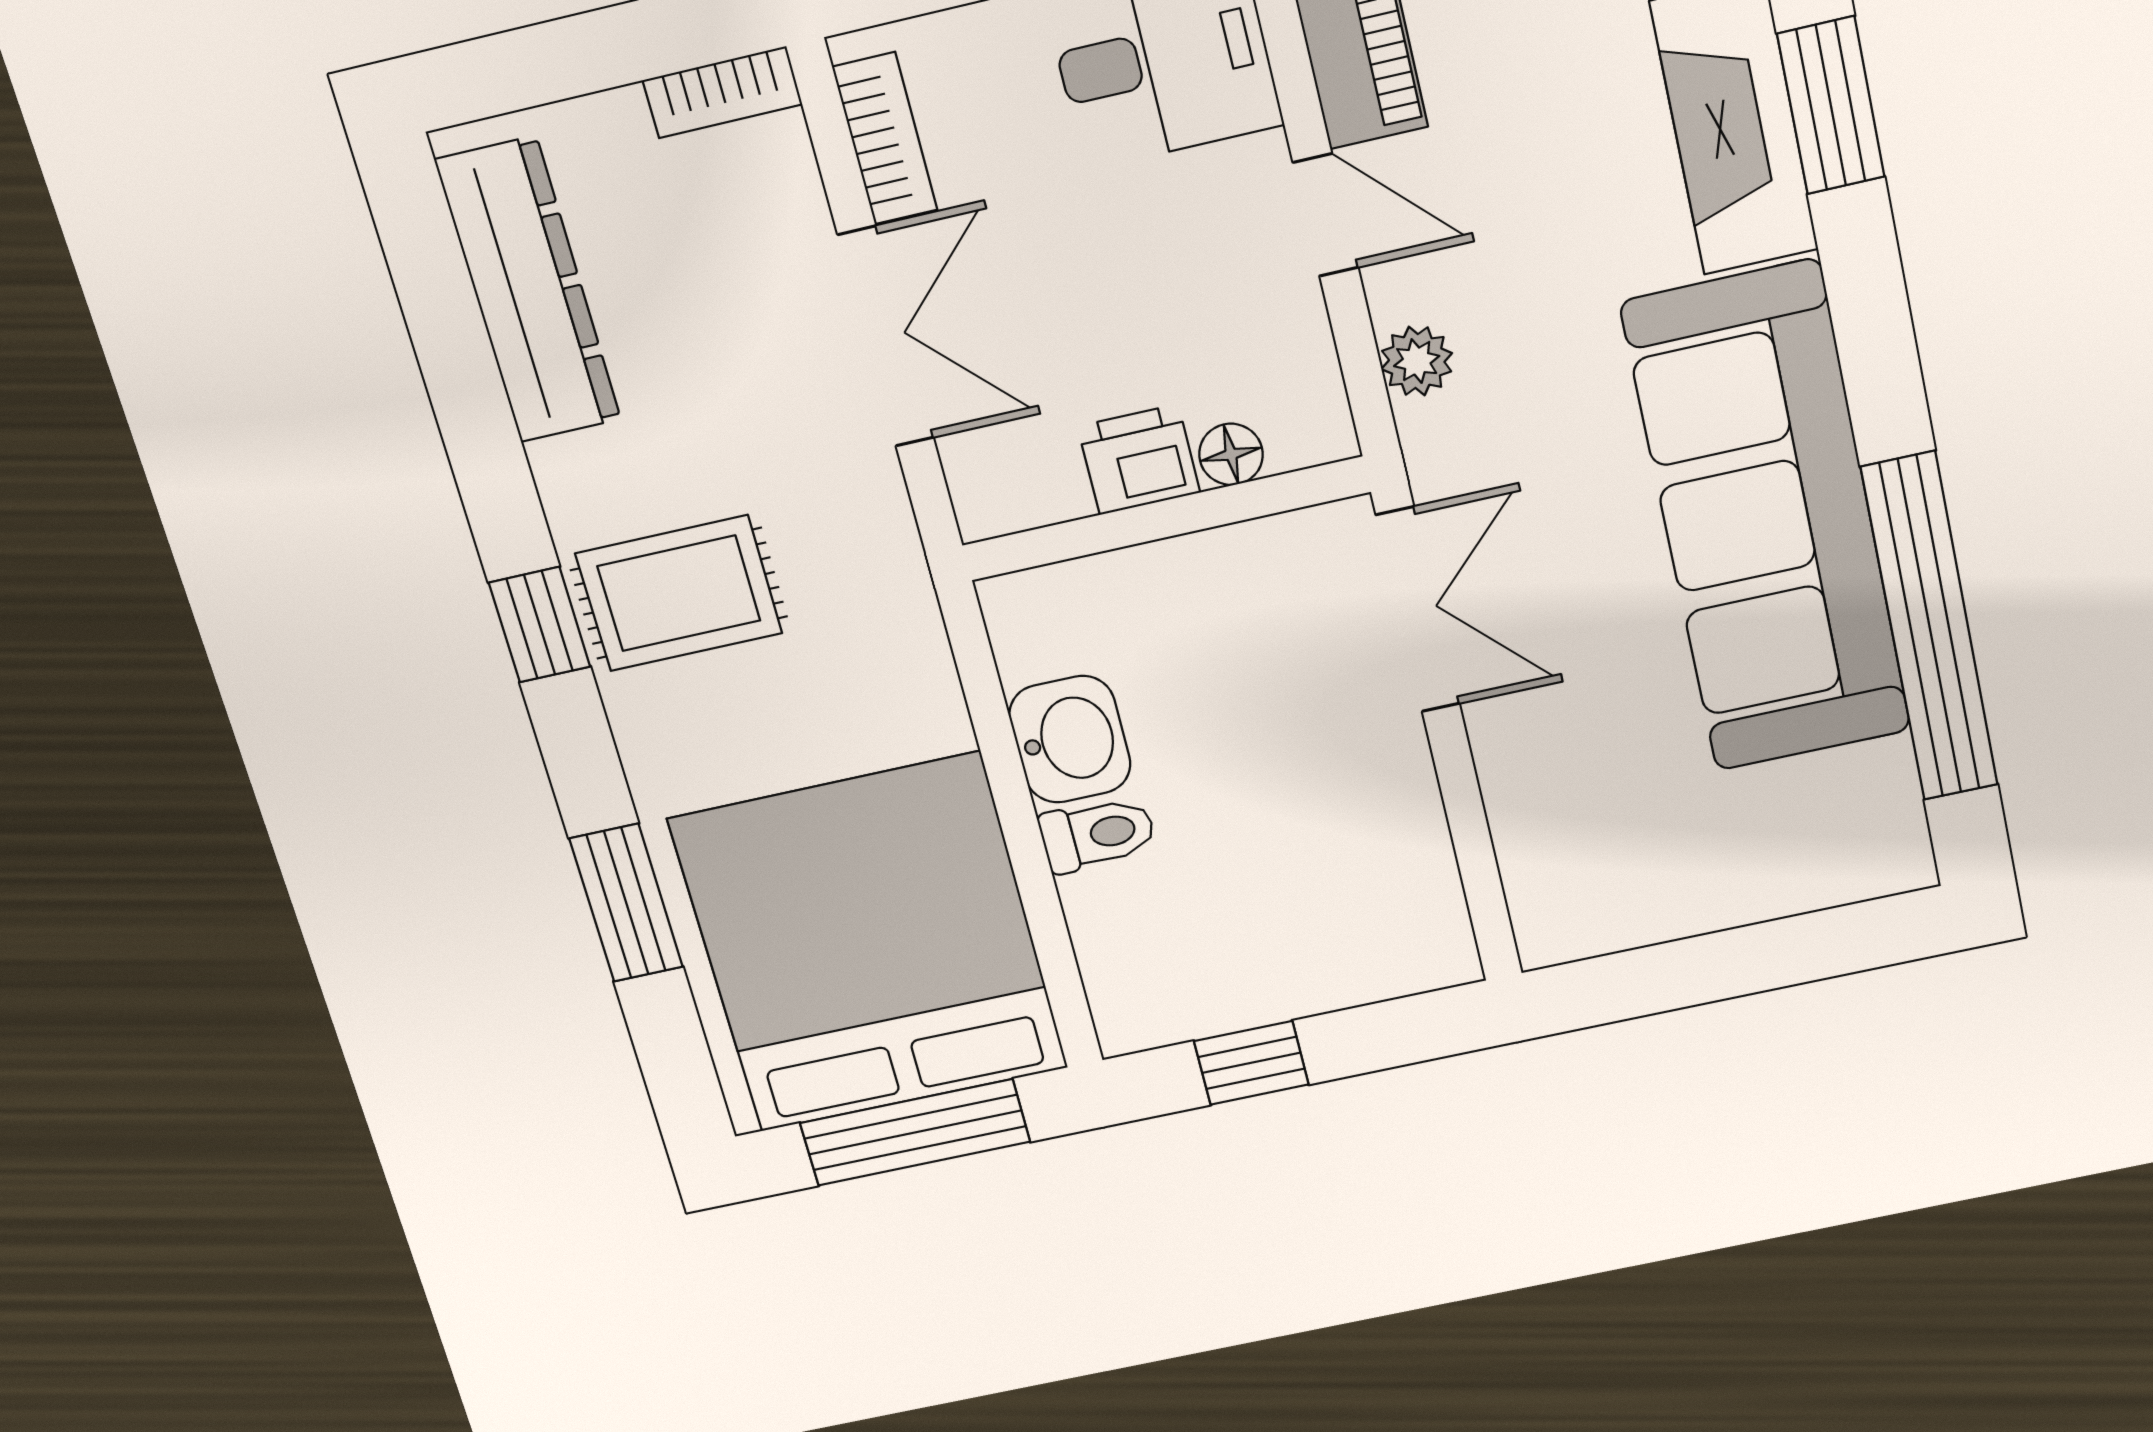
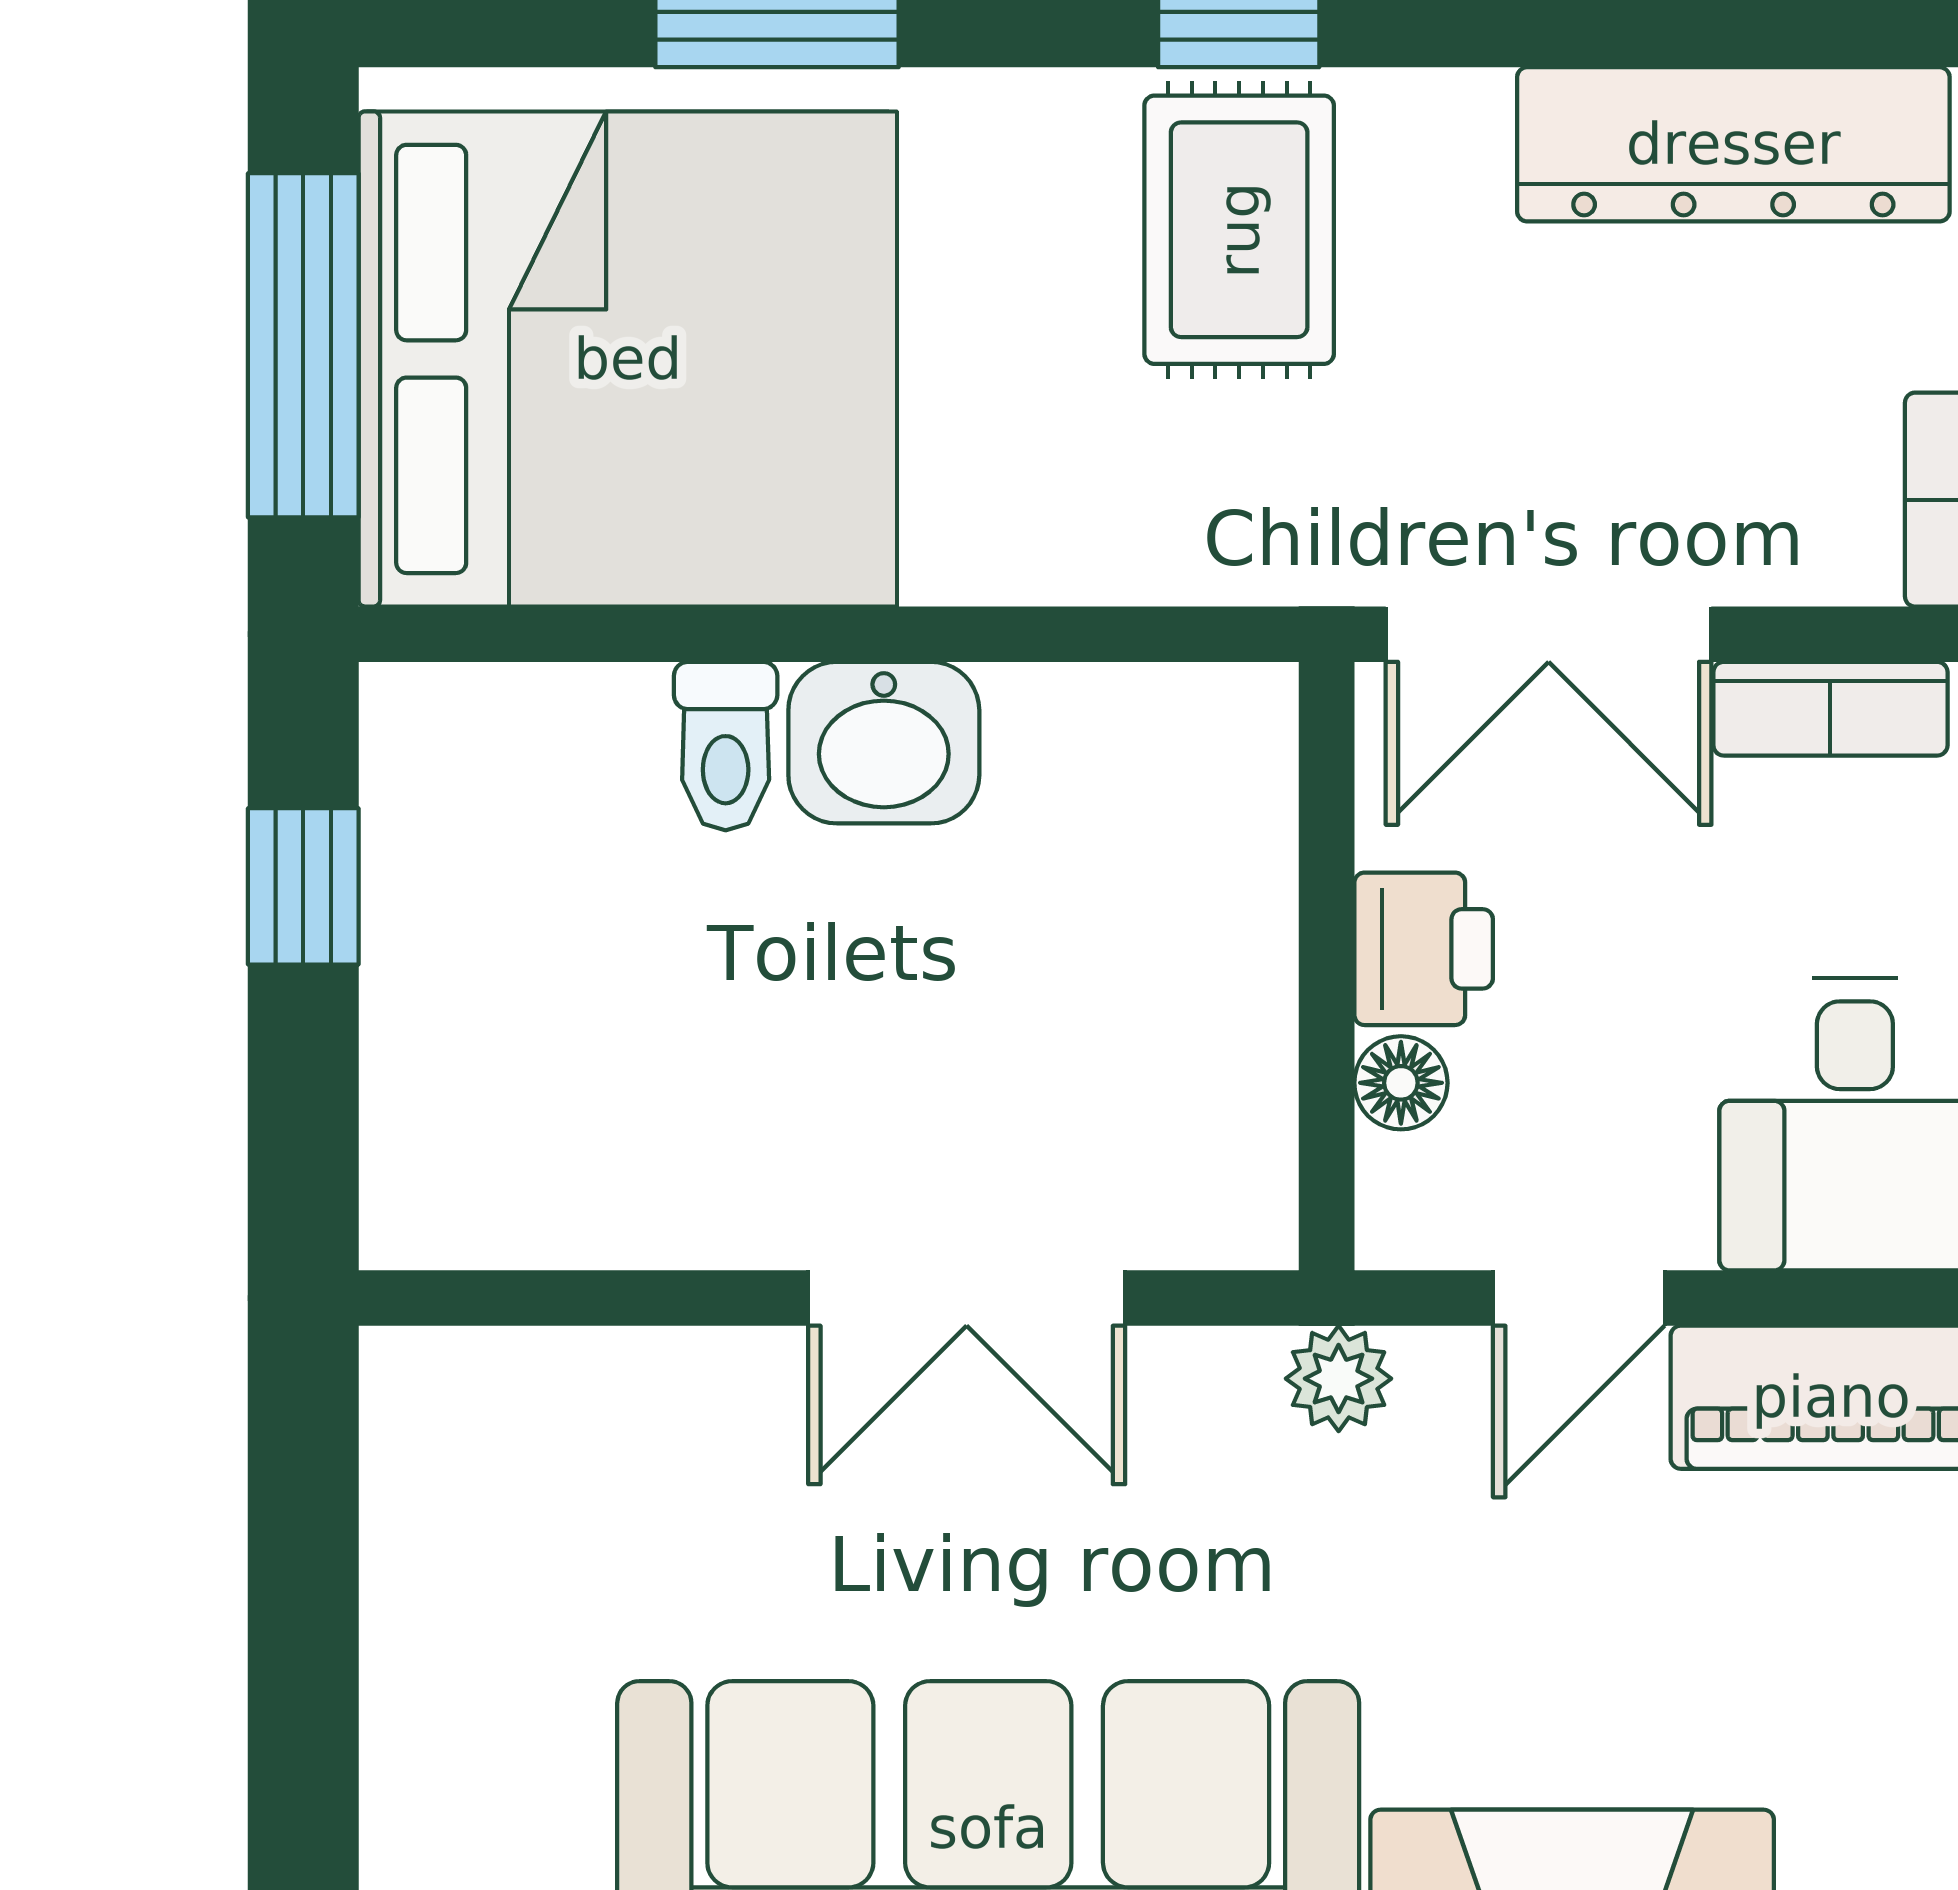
floor lamp: (1231, 454) -> (1401, 1083), moved
printer: (1139, 460) -> (1424, 949), moved
wall: (1166, 519) -> (1327, 966), moved

